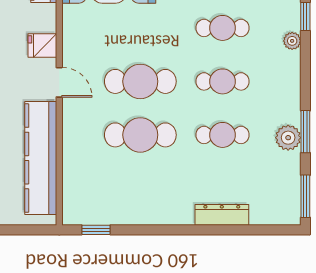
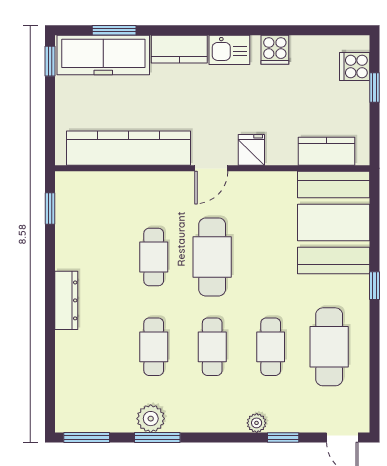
cafe table: (140, 135) -> (154, 257), width x0.73, depth x0.74
dresser: (222, 215) -> (66, 300), moved

